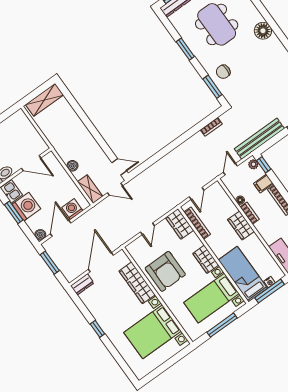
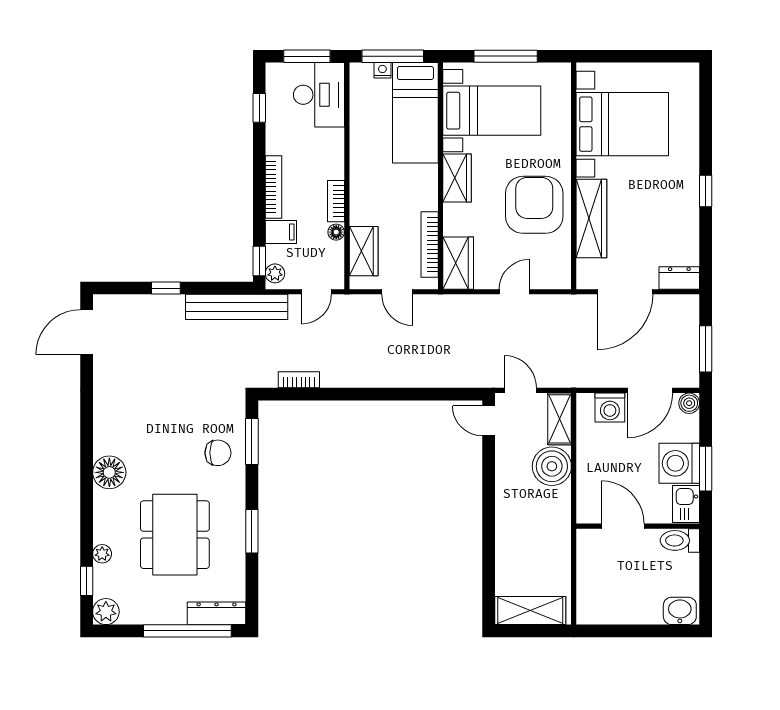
boiler: (72, 166) -> (552, 466), width x1.86, depth x1.86
door: (197, 193) -> (397, 292), swing flipped
wardrobe: (241, 226) -> (364, 251), moved

